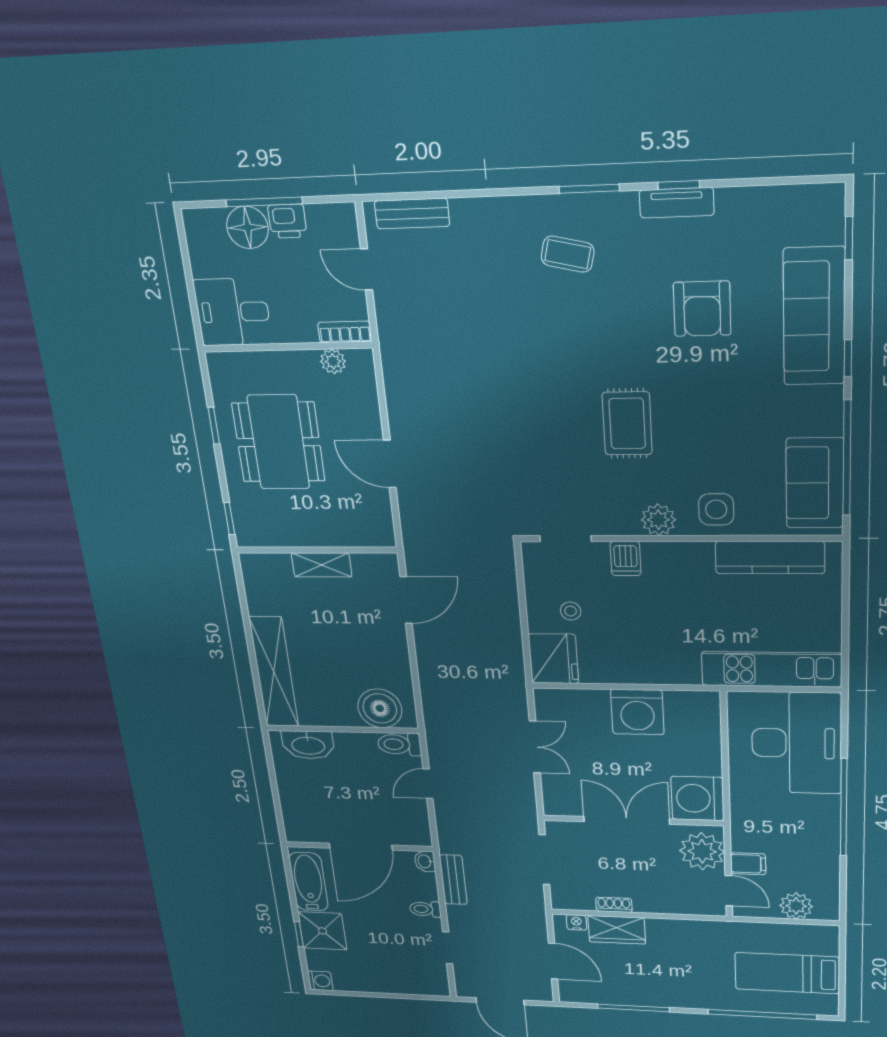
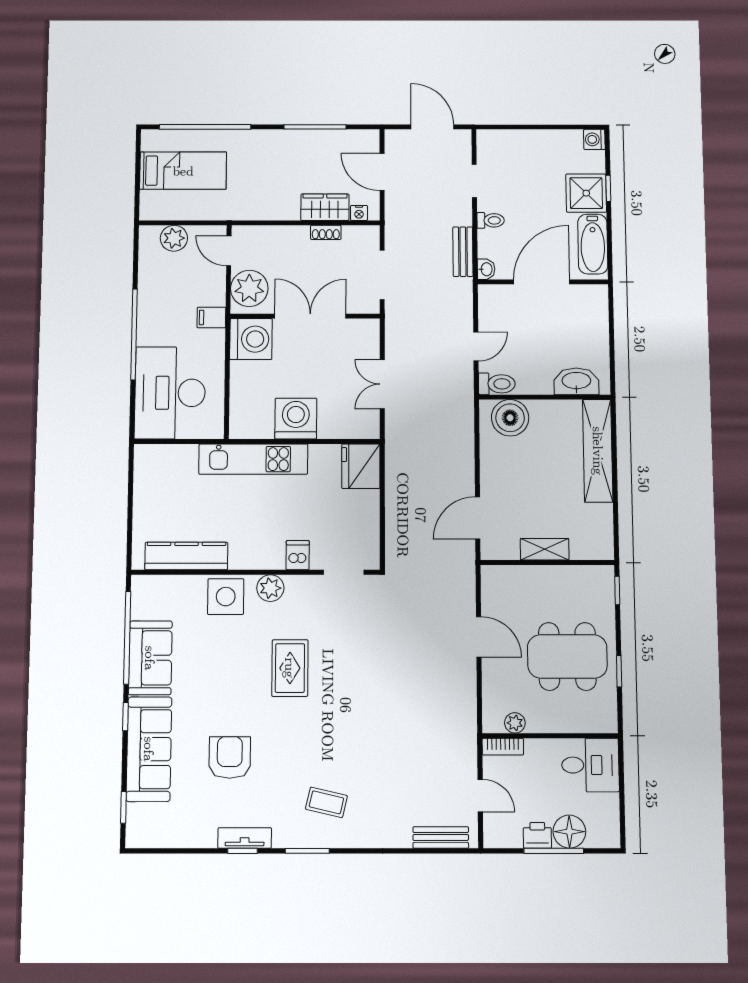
dining table: (278, 442) -> (567, 656), turned 90
sofa: (815, 483) -> (150, 658), moved
side table: (716, 509) -> (226, 597), width x1.37, depth x1.37
stool: (571, 611) -> (344, 509), removed
kitchen unit: (771, 669) -> (253, 459), moved
double door: (627, 820) -> (310, 316), swing flipped
filing cabinet: (748, 864) -> (211, 318), moved

